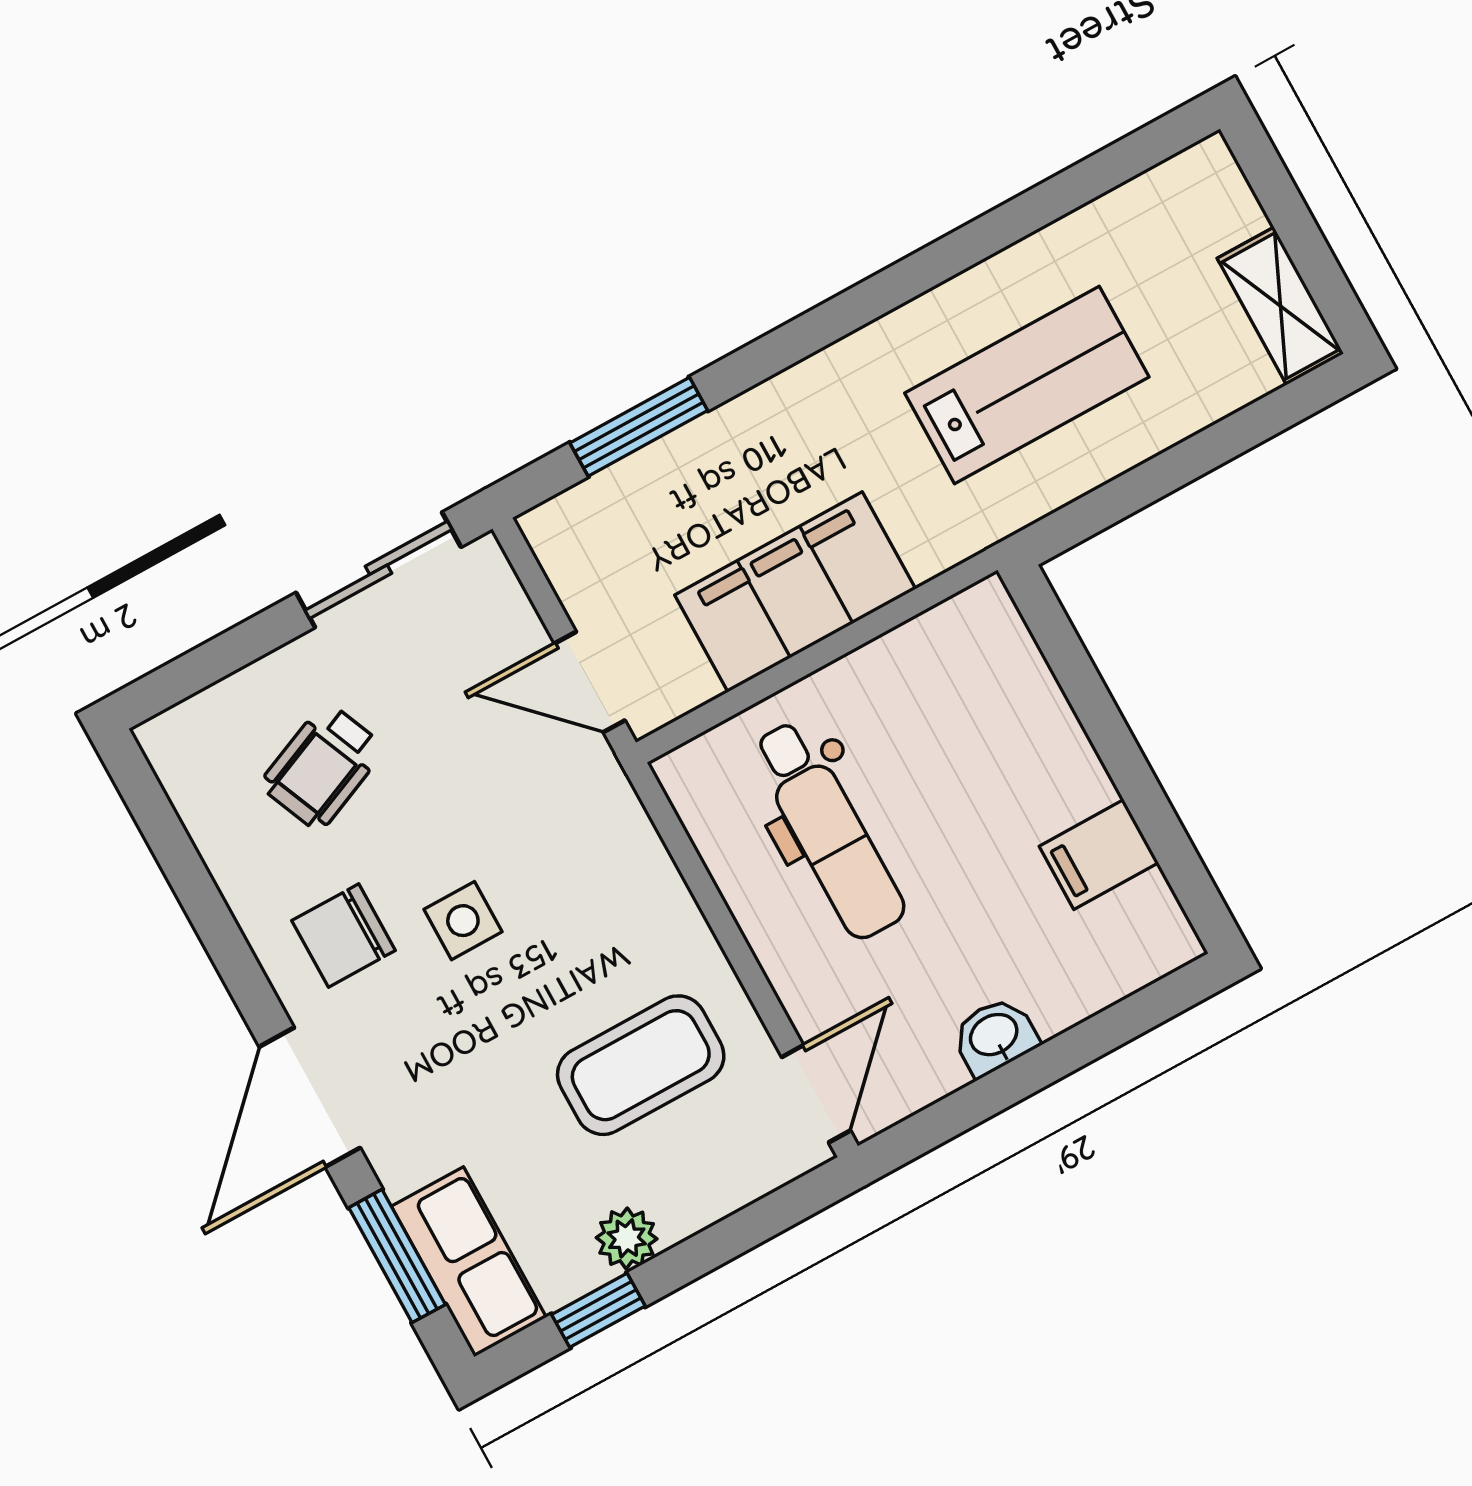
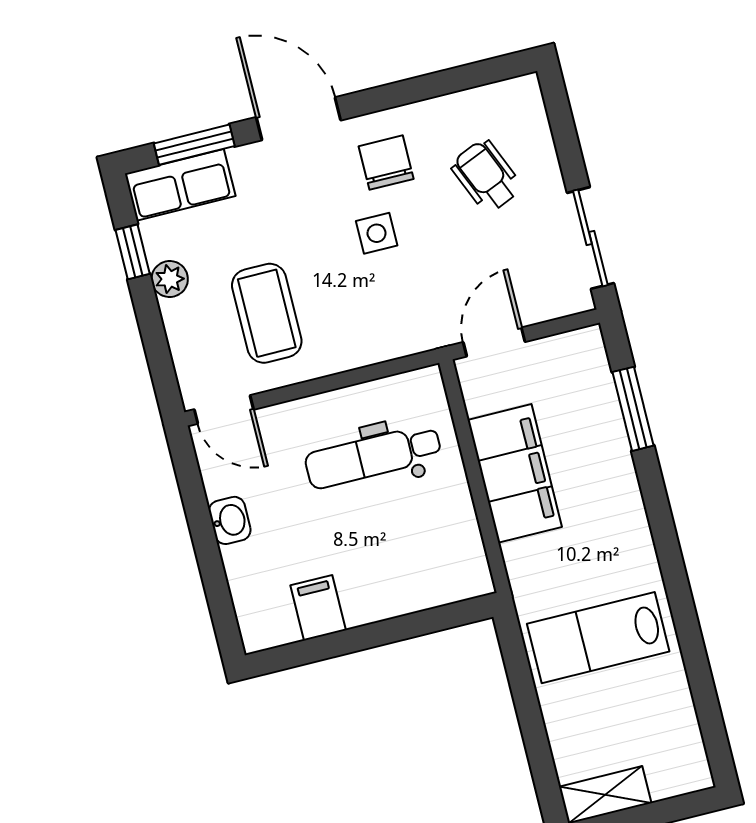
lab bench: (1027, 385) -> (598, 638), turned 90

